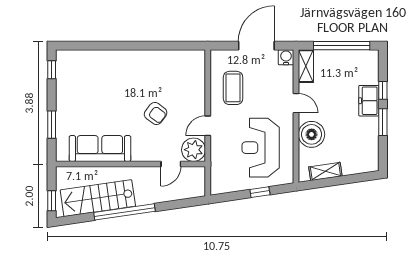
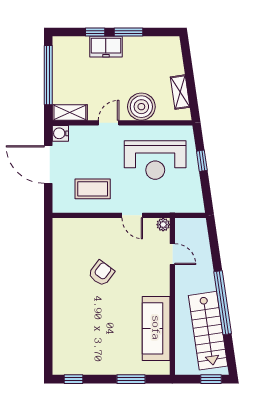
armchair: (156, 113) -> (101, 273), moved
plant: (194, 150) -> (163, 225), width x0.53, depth x0.53

